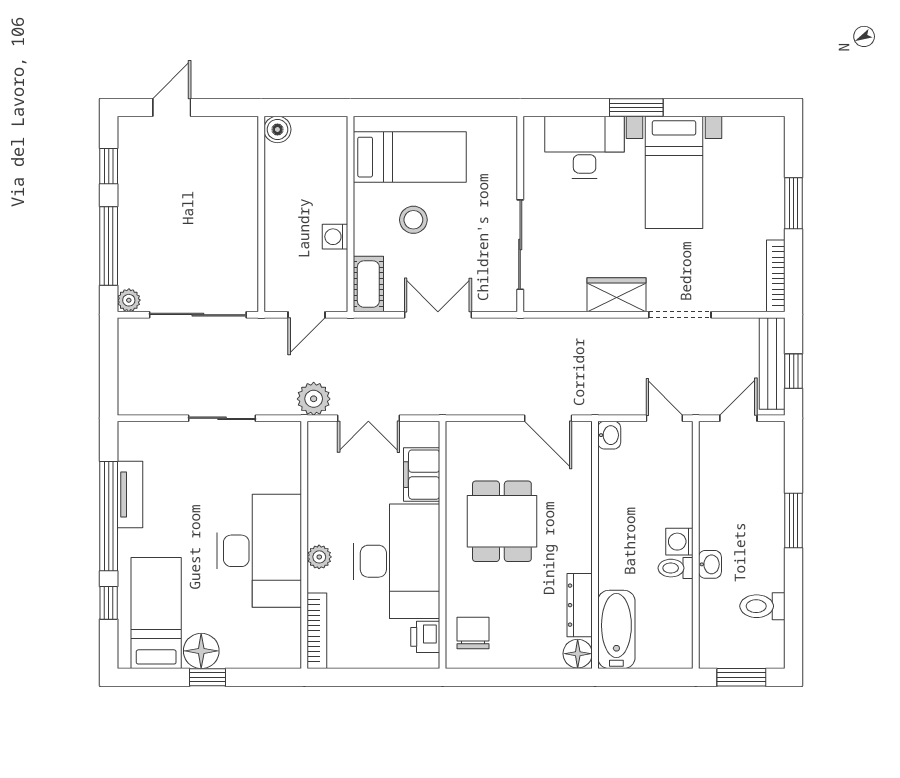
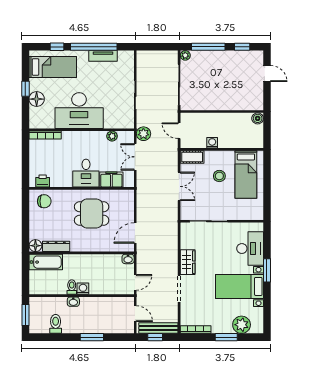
plant: (764, 167) -> (242, 325), added
plant: (319, 557) -> (112, 136), moved
desk: (397, 561) -> (86, 173), width x0.53, depth x0.77
floor lamp: (201, 651) -> (37, 99), moved

